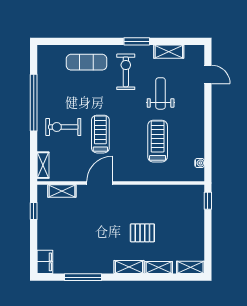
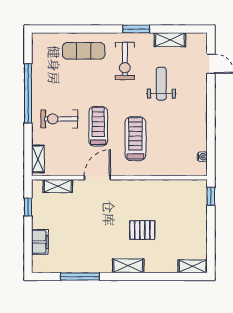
exercise bike: (126, 72) -> (125, 61), turned 180
treadmill: (158, 141) -> (135, 139), moved
filing cabinet: (45, 262) -> (40, 242), moved
shelving: (159, 267) -> (159, 266), removed

